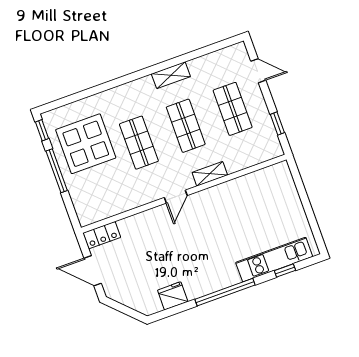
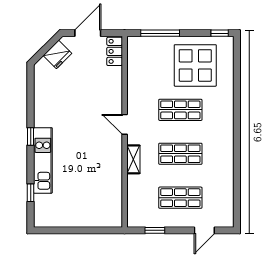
shelving: (171, 75) -> (227, 157), removed
window: (57, 171) -> (160, 33), moved
kitchen unit: (274, 260) -> (43, 160), moved
window: (225, 292) -> (31, 137), width x0.32
fridge: (173, 296) -> (57, 54), moved, turned 45

